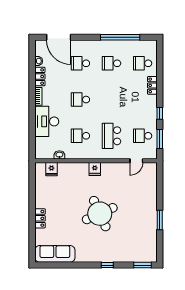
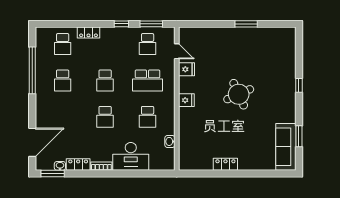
window: (32, 55) -> (53, 173), added
school desk: (80, 63) -> (105, 80), moved
fridge: (51, 169) -> (187, 69), moved
round table: (100, 214) -> (239, 94), width x0.73, depth x0.73
locker: (40, 218) -> (225, 164), moved
window: (143, 265) -> (299, 136), moved

